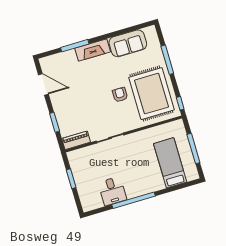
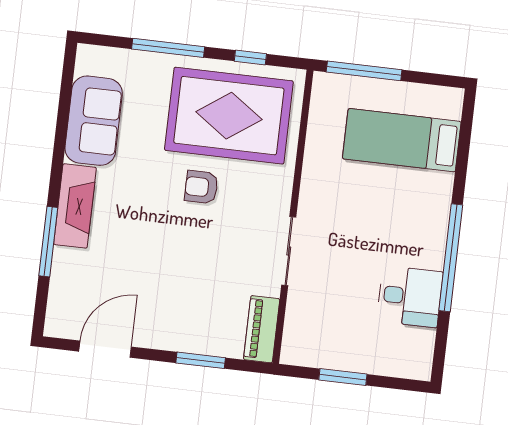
window: (180, 103) -> (250, 58), moved
window: (193, 148) -> (364, 71), moved

